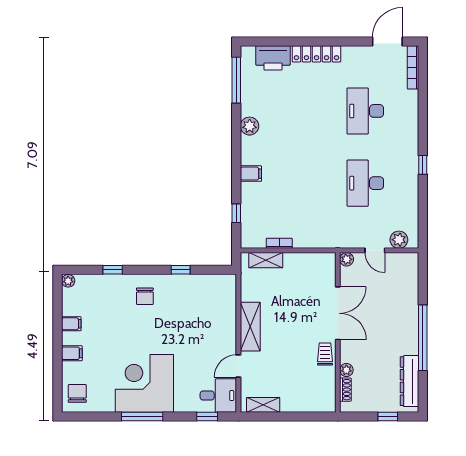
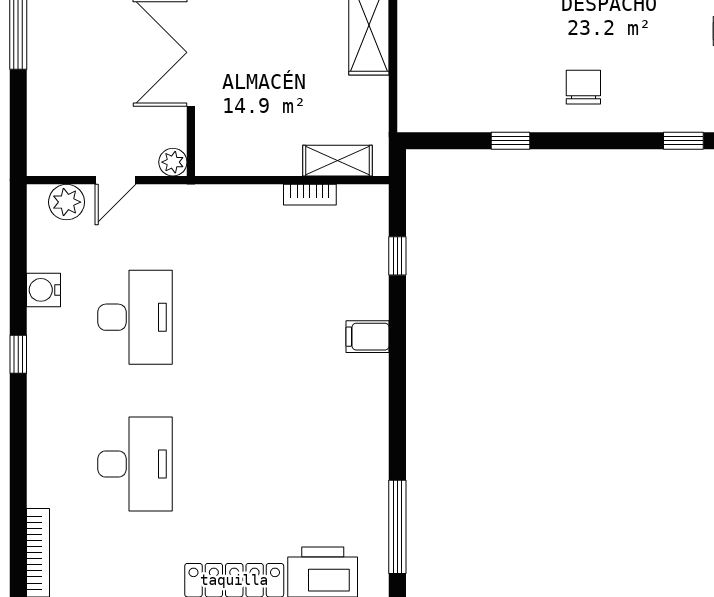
plant: (250, 126) -> (370, 433), removed
water cooler: (410, 197) -> (43, 290), added
door: (375, 250) -> (115, 180), swing flipped
window: (113, 270) -> (683, 141), moved

